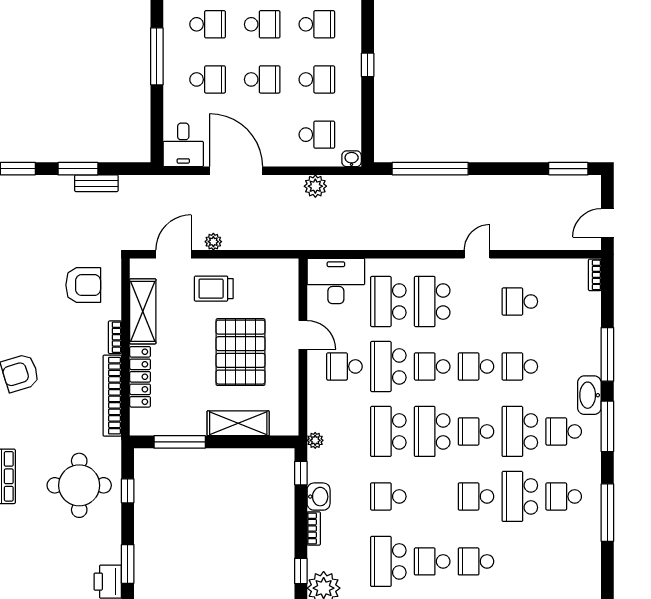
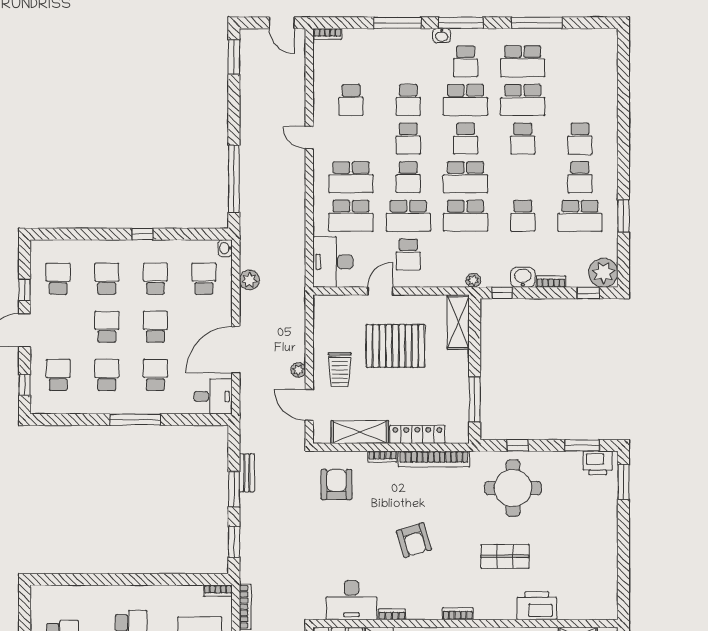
washbasin: (589, 395) -> (442, 36), width x0.52, depth x0.69
shelving: (238, 423) -> (458, 322), moved
school desk: (564, 496) -> (523, 61), width x1.85

